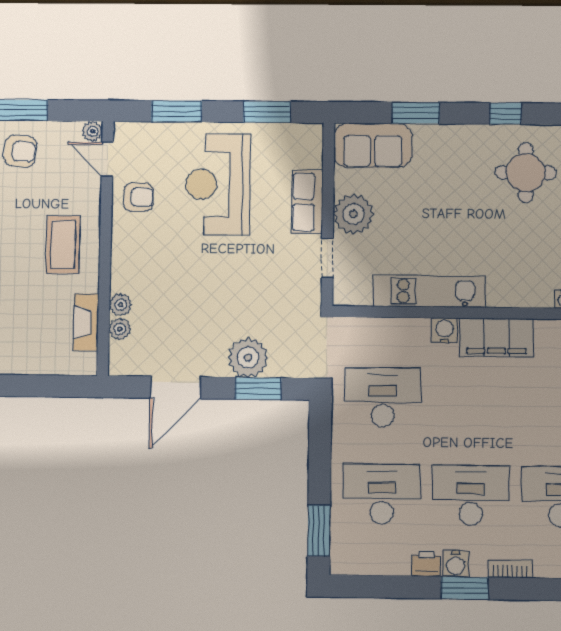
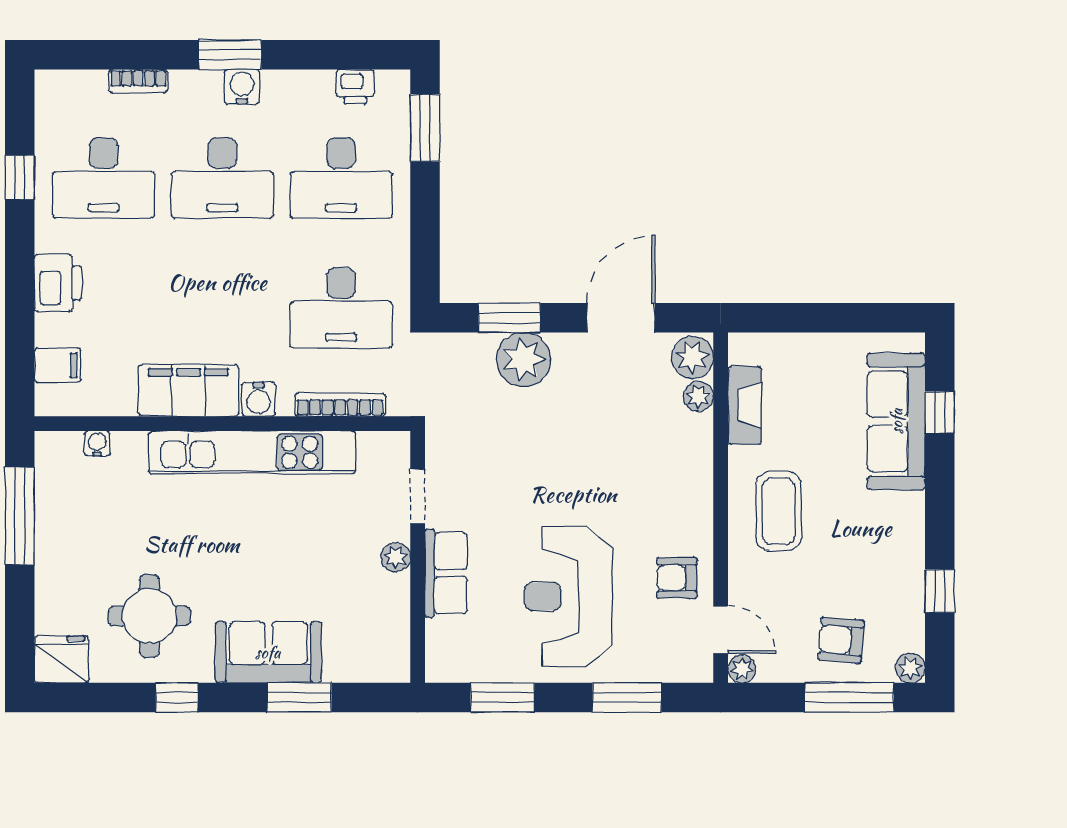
sofa: (373, 145) -> (268, 652), moved
reception desk: (218, 184) -> (568, 597), turned 180
plant: (354, 214) -> (396, 557), width x0.53, depth x0.53
kitchen unit: (429, 291) -> (252, 452), width x1.36
plant: (121, 305) -> (692, 357), moved, width x1.38, depth x1.38
bookcase: (384, 326) -> (340, 405), added
printer: (426, 563) -> (355, 87), moved
bookcase: (510, 569) -> (138, 81), moved

